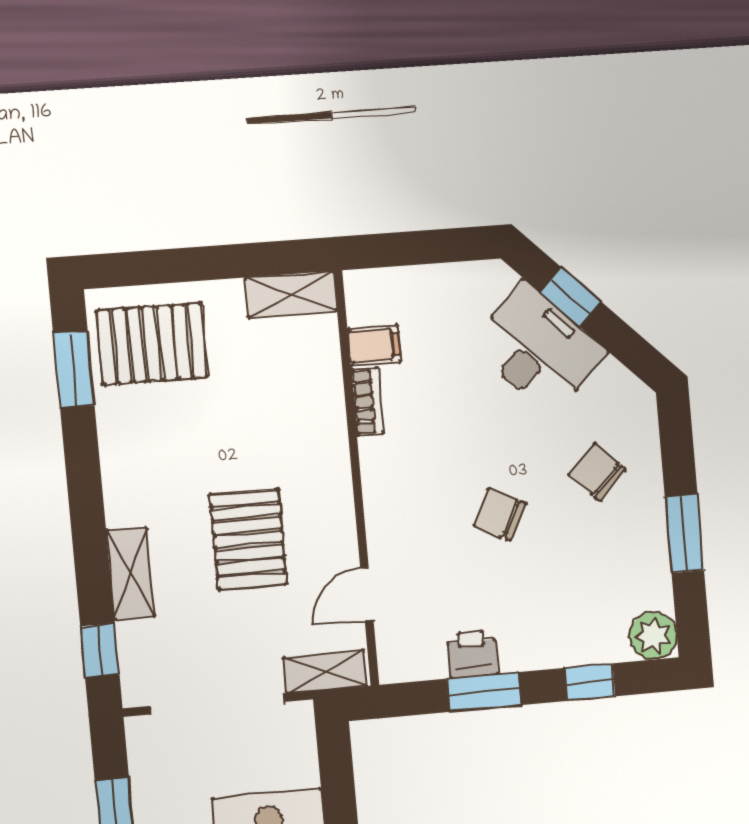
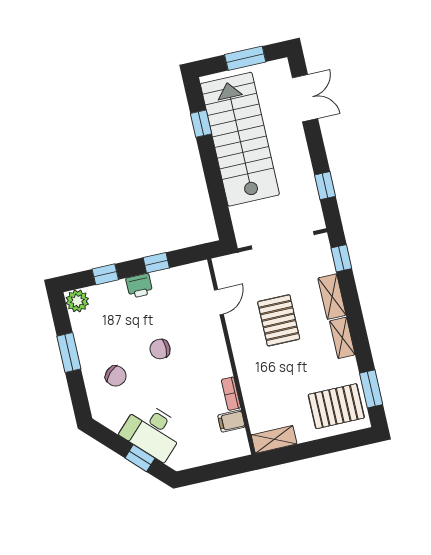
chair: (500, 514) -> (160, 349), turned 153
printer: (472, 654) -> (139, 286), moved
shelving: (325, 672) -> (342, 338), moved, turned 90
window: (484, 692) -> (156, 263), width x0.67

